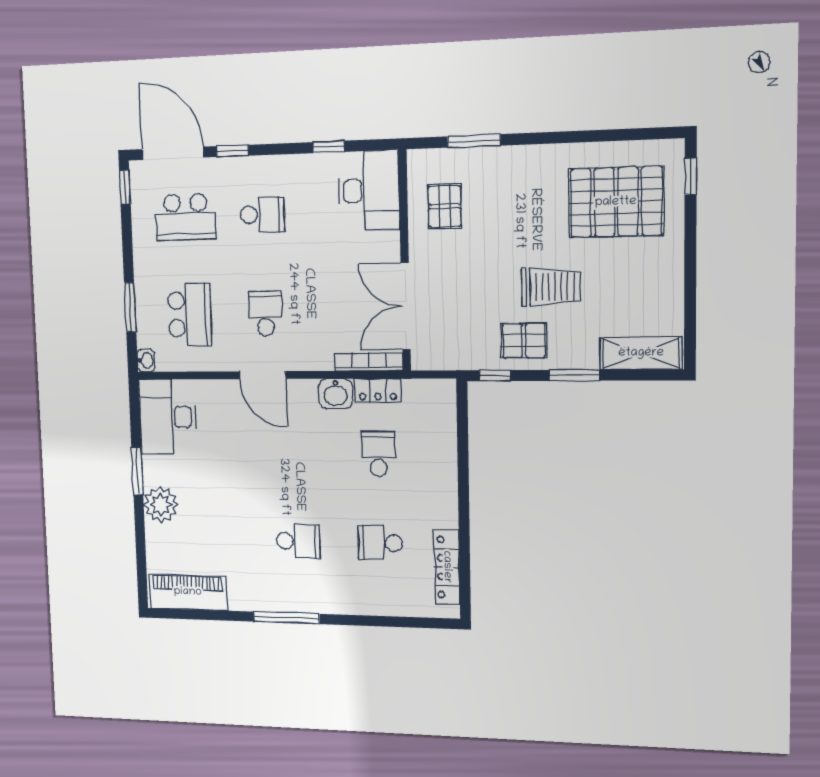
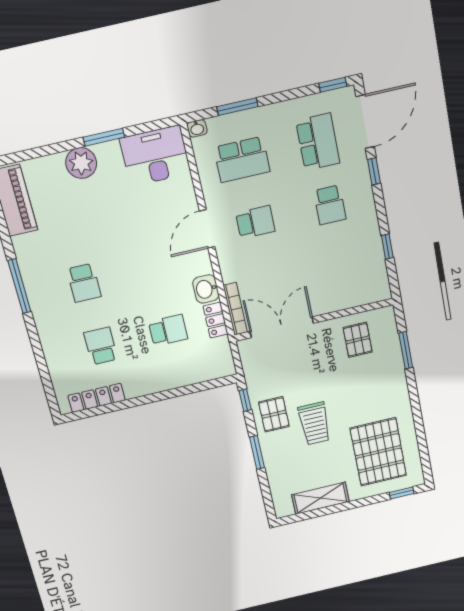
desk: (369, 191) -> (360, 283), removed
pallet: (445, 206) -> (358, 340), turned 90
school desk: (186, 217) -> (318, 142), turned 180
shelving: (641, 353) -> (320, 498), moved, turned 90

